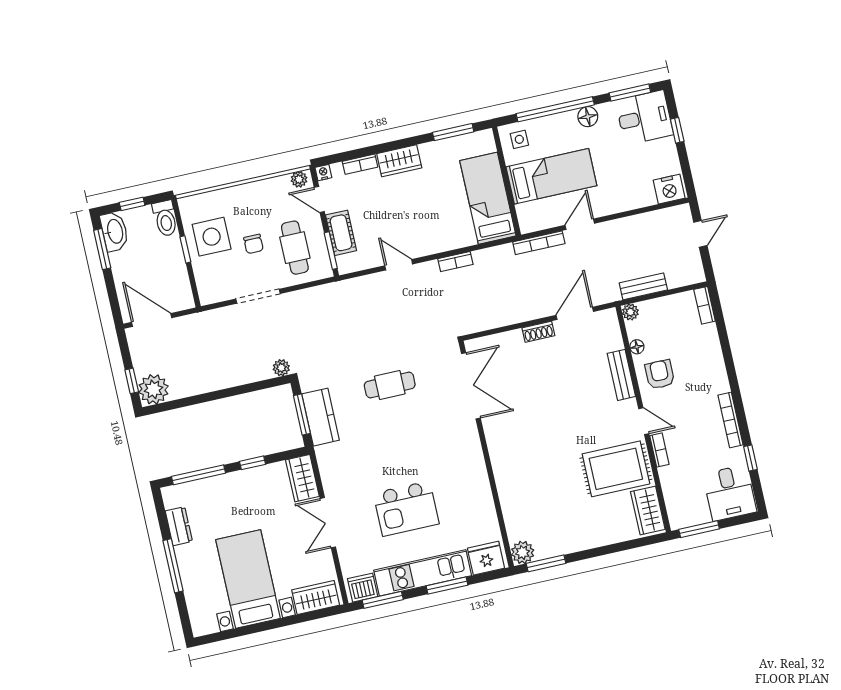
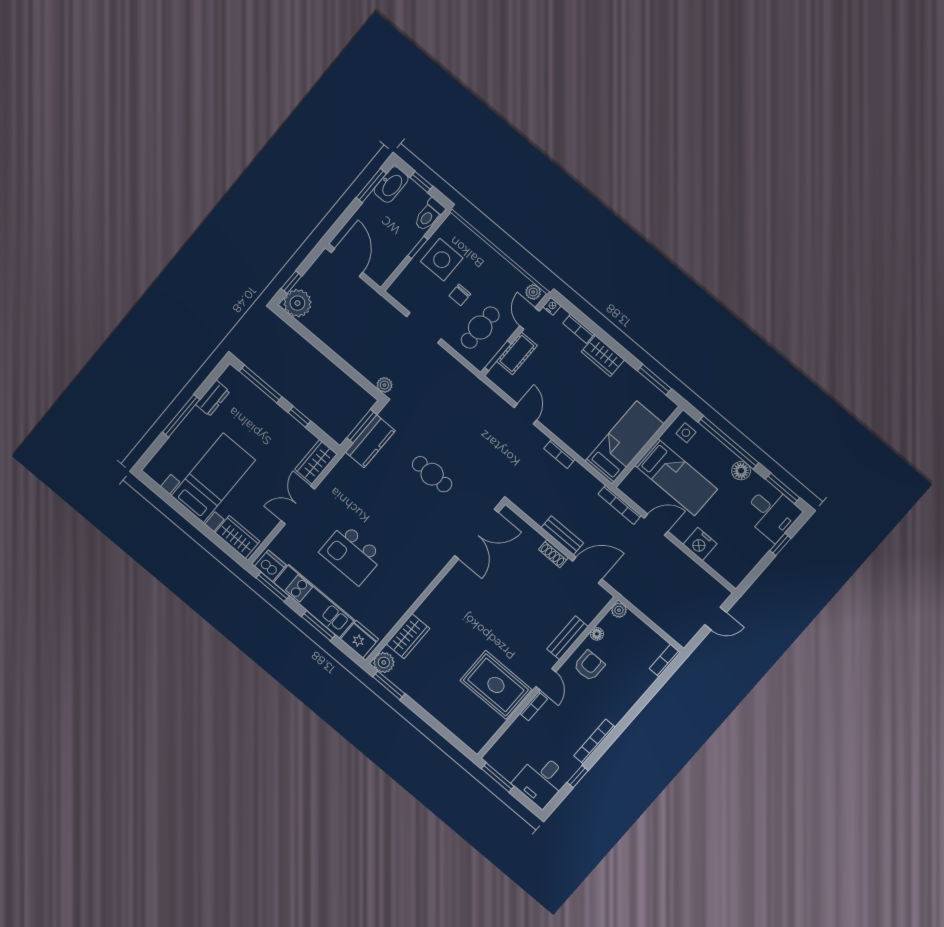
nightstand: (669, 189) -> (700, 544), moved
bench: (643, 286) -> (562, 535), moved
wardrobe: (648, 510) -> (408, 636), moved, turned 180

